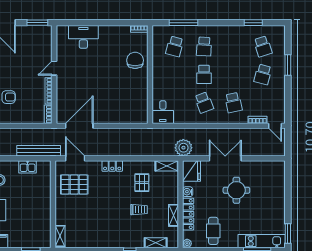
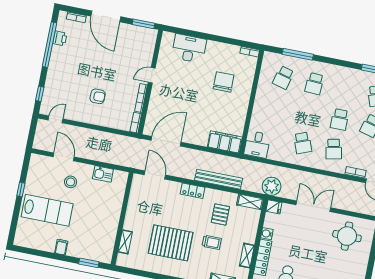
chair: (135, 60) -> (224, 82), moved
school desk: (204, 74) -> (340, 119), moved
filing cabinet: (133, 116) -> (225, 142), added
bench: (39, 151) -> (219, 179), moved
fridge: (192, 171) -> (274, 207), width x0.53, depth x0.75
pallet: (74, 185) -> (171, 243), moved, width x1.37, depth x1.41
round table: (236, 190) -> (347, 236), moved
shelving: (60, 236) -> (125, 242), moved

